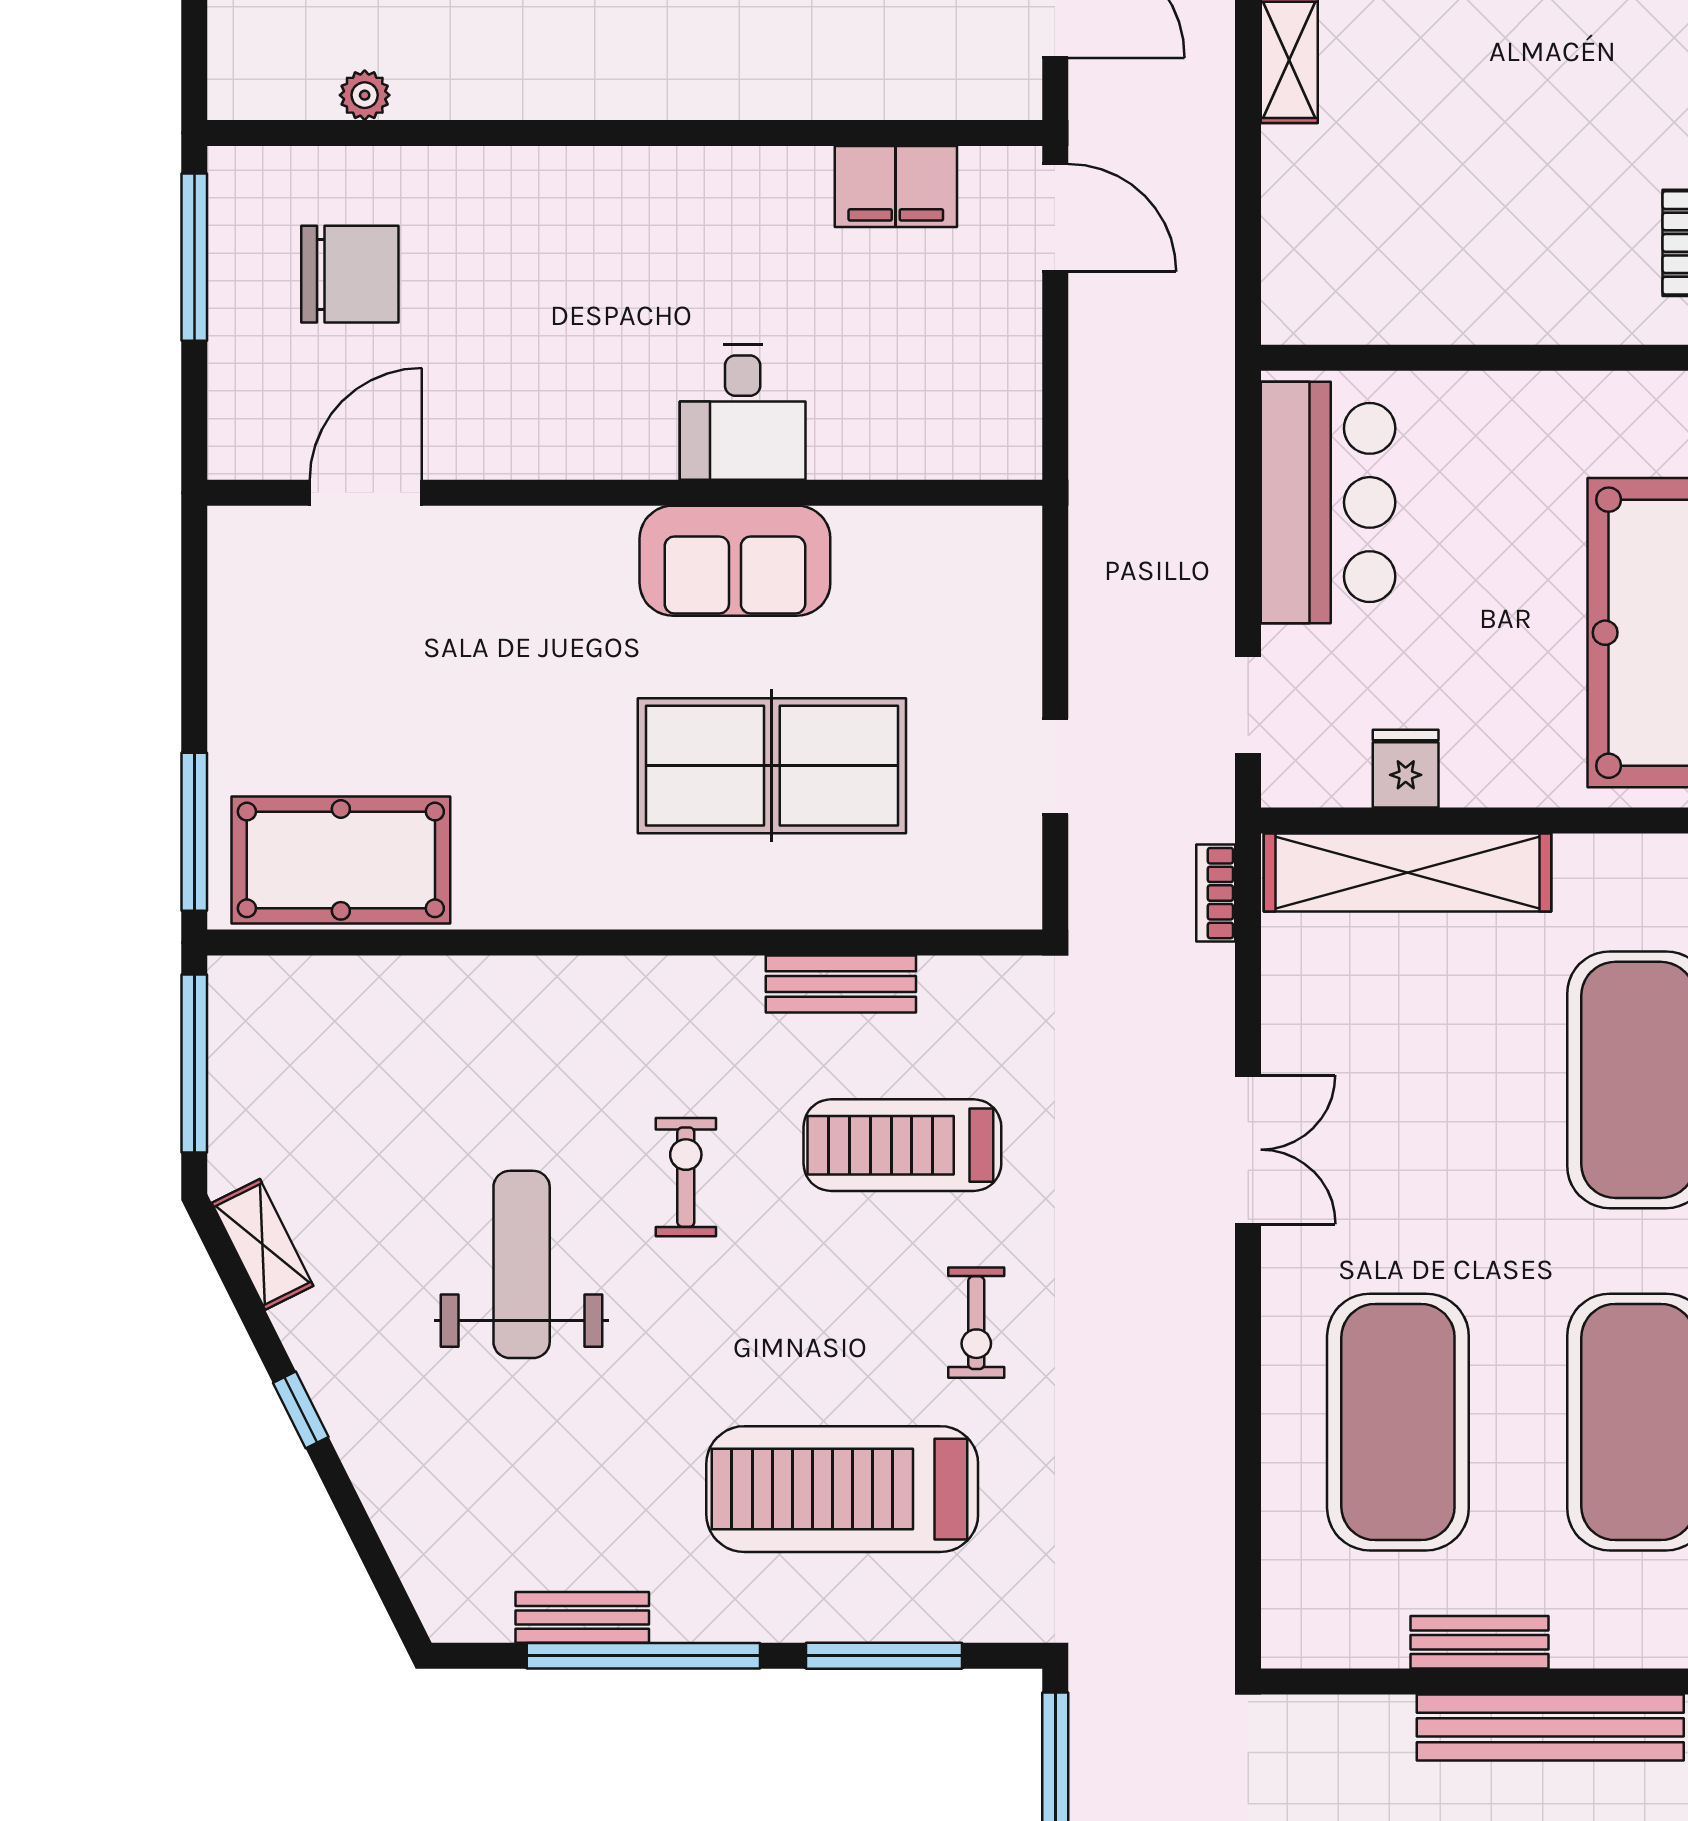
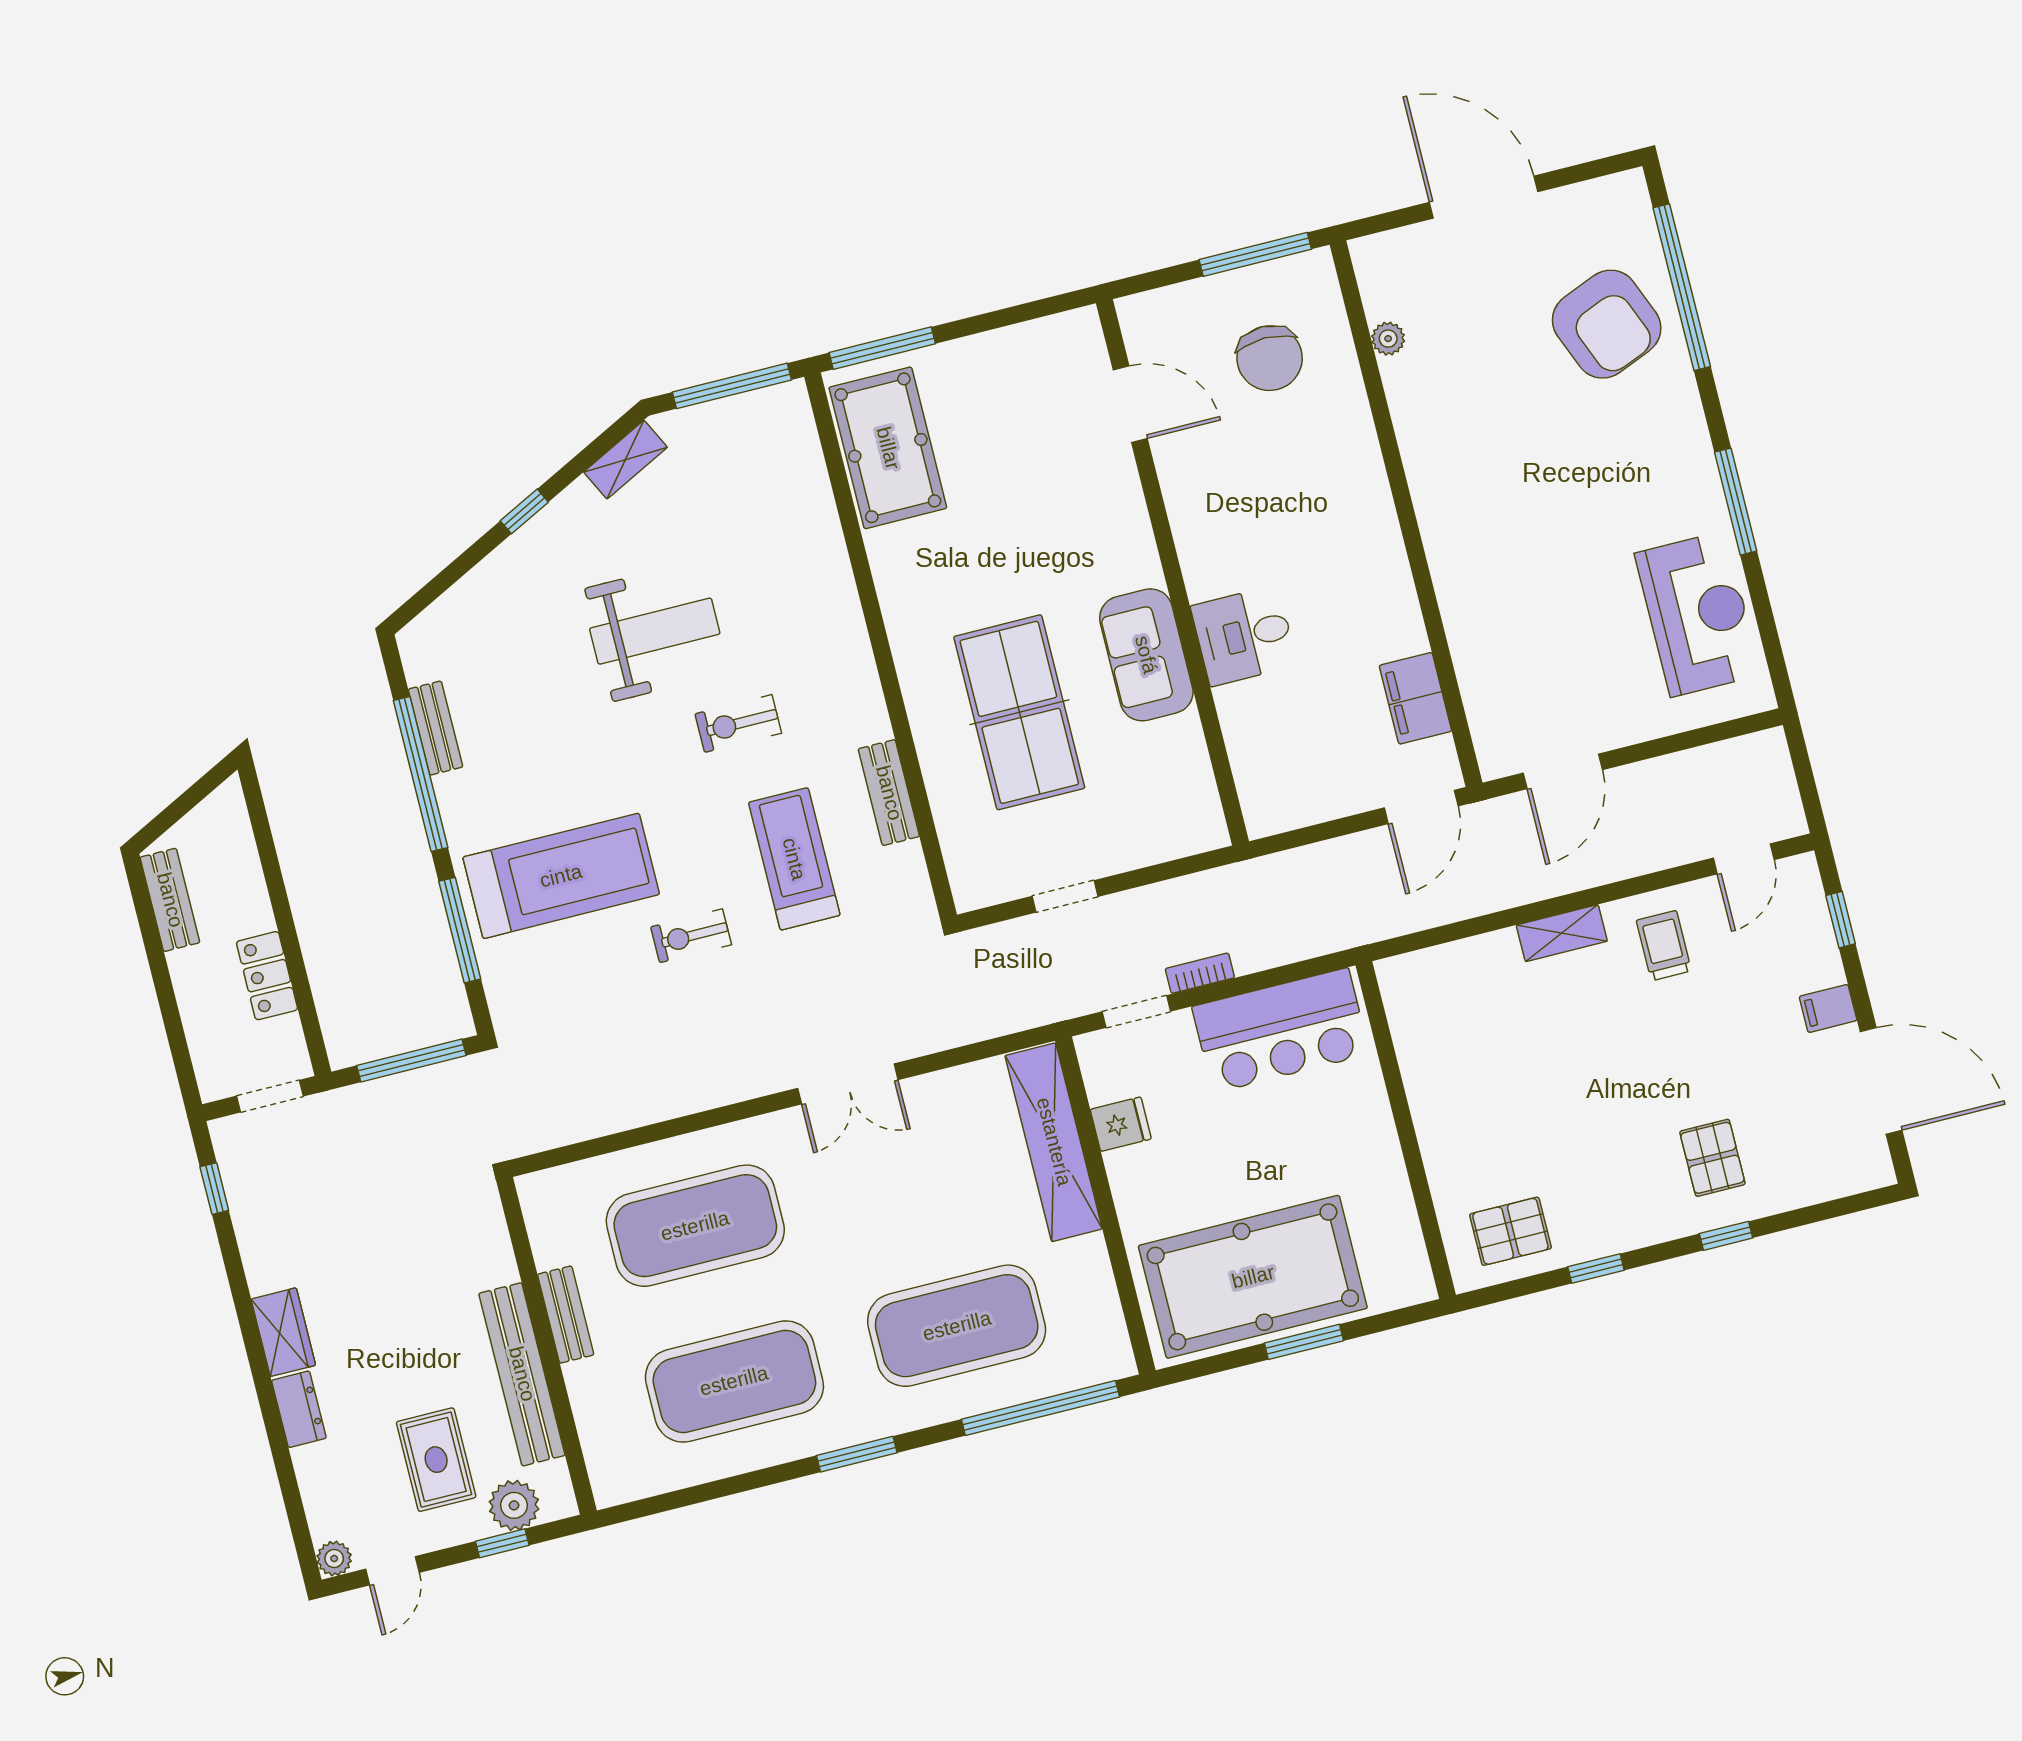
bookcase: (1216, 893) -> (1200, 973), moved
exercise bike: (686, 1177) -> (738, 723), turned 180
treadmill: (842, 1489) -> (561, 876), turned 90

